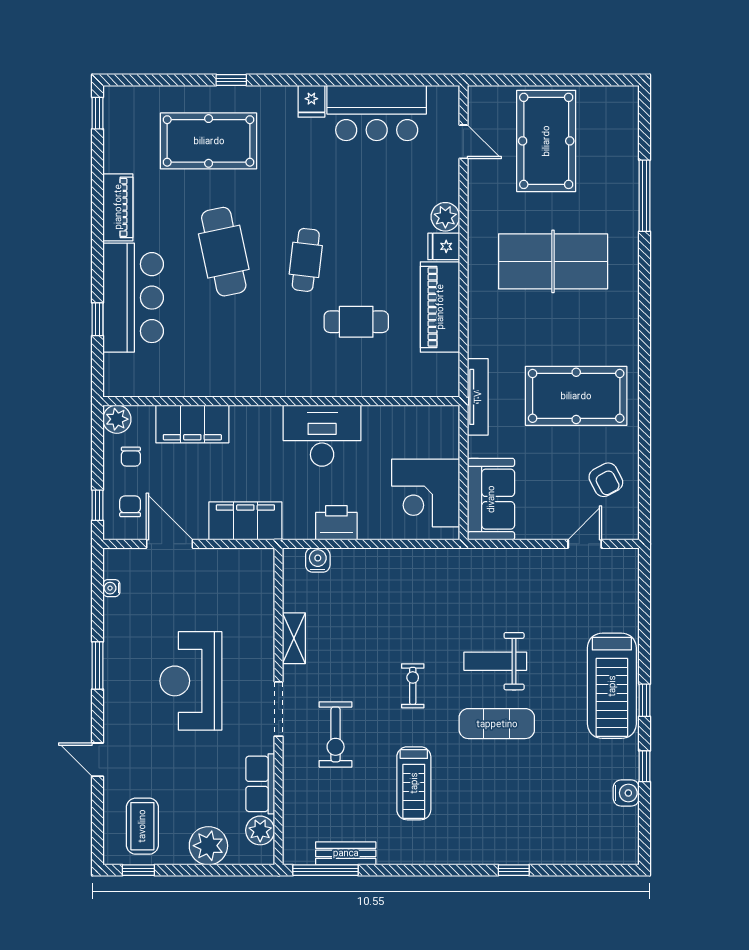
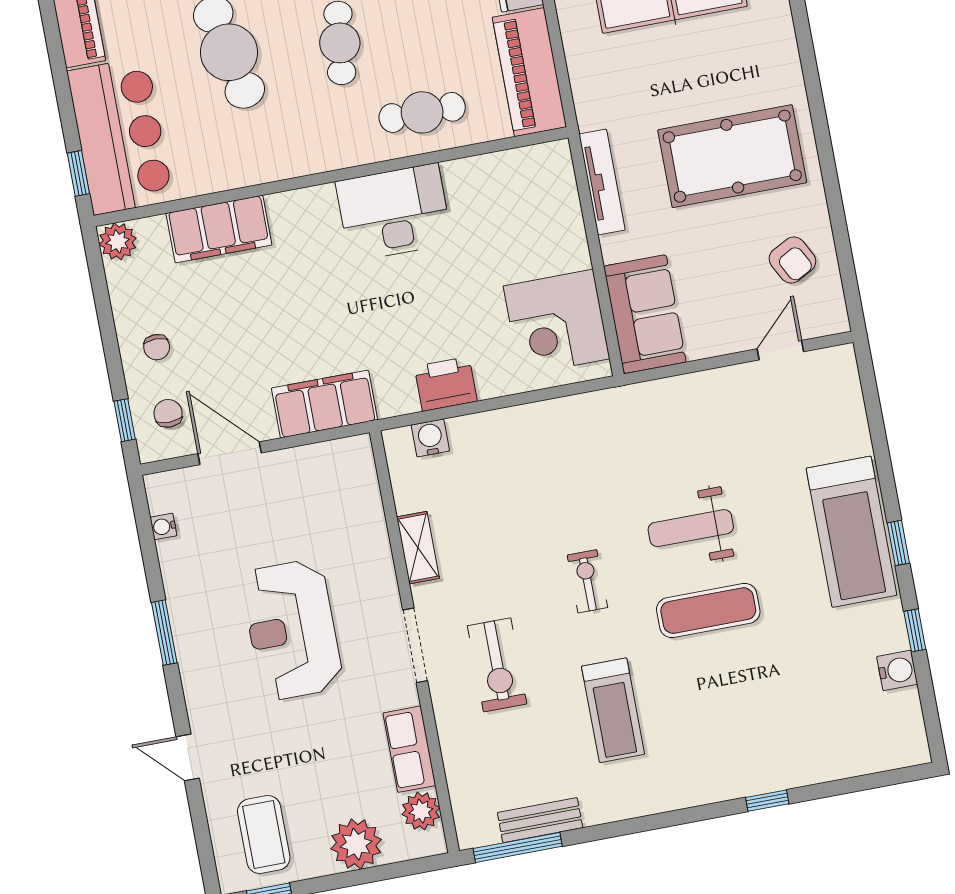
wall: (281, 401) -> (331, 177), moved
plant: (117, 419) -> (118, 241), moved
filing cabinet: (192, 424) -> (219, 229), moved
desk: (322, 436) -> (394, 212), moved

